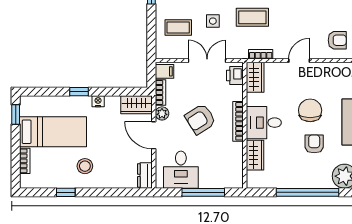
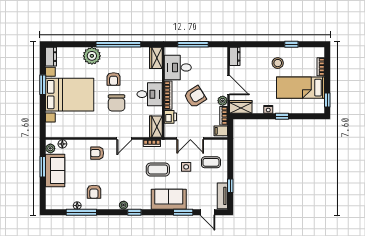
printer: (235, 75) -> (170, 117), moved
wardrobe: (255, 155) -> (156, 58), moved
desk: (181, 170) -> (178, 67), moved, turned -90

